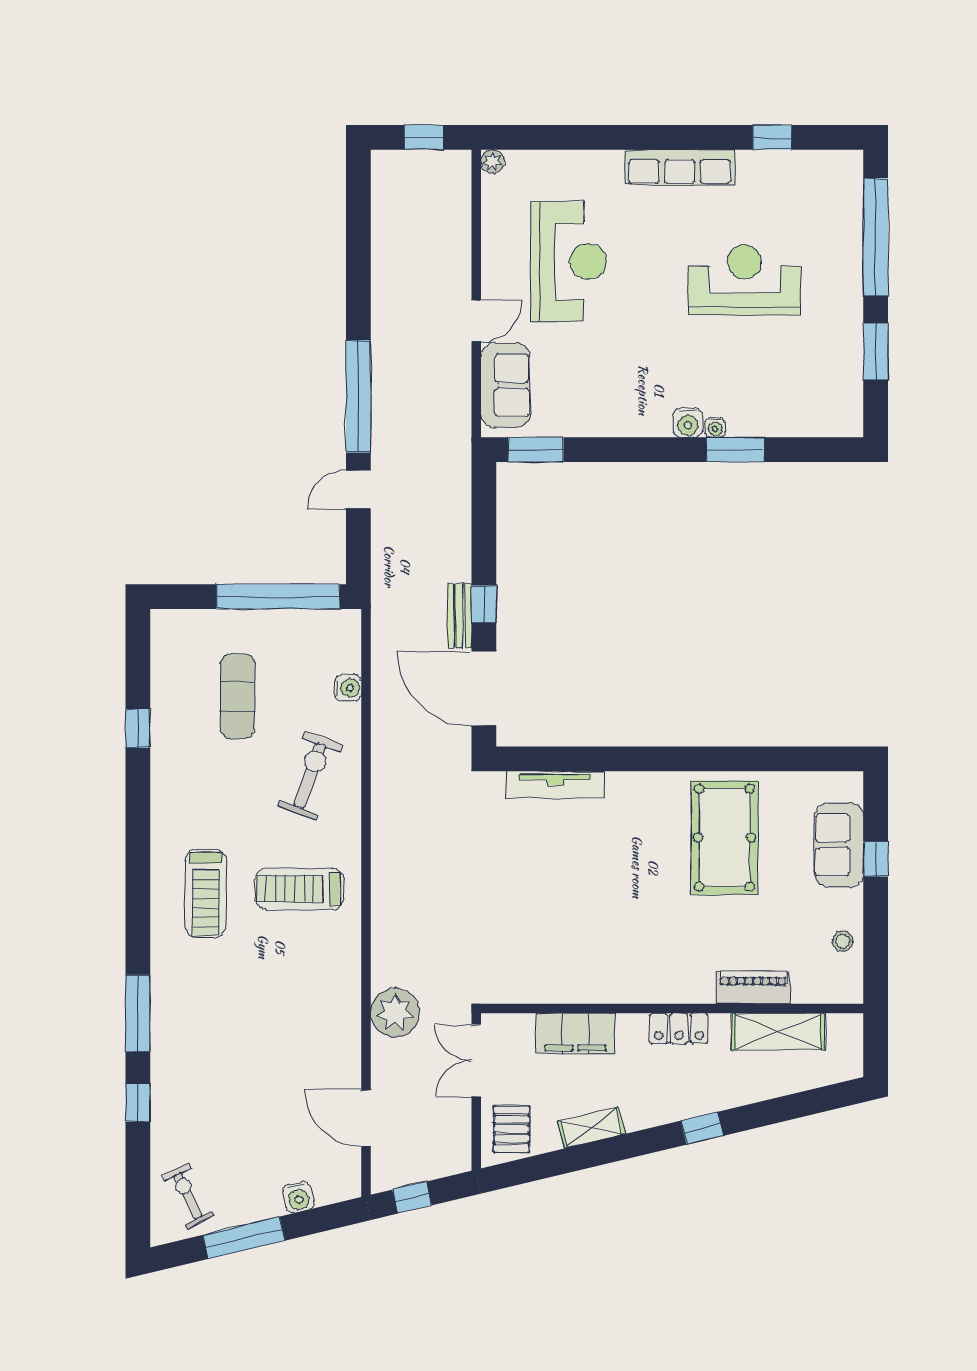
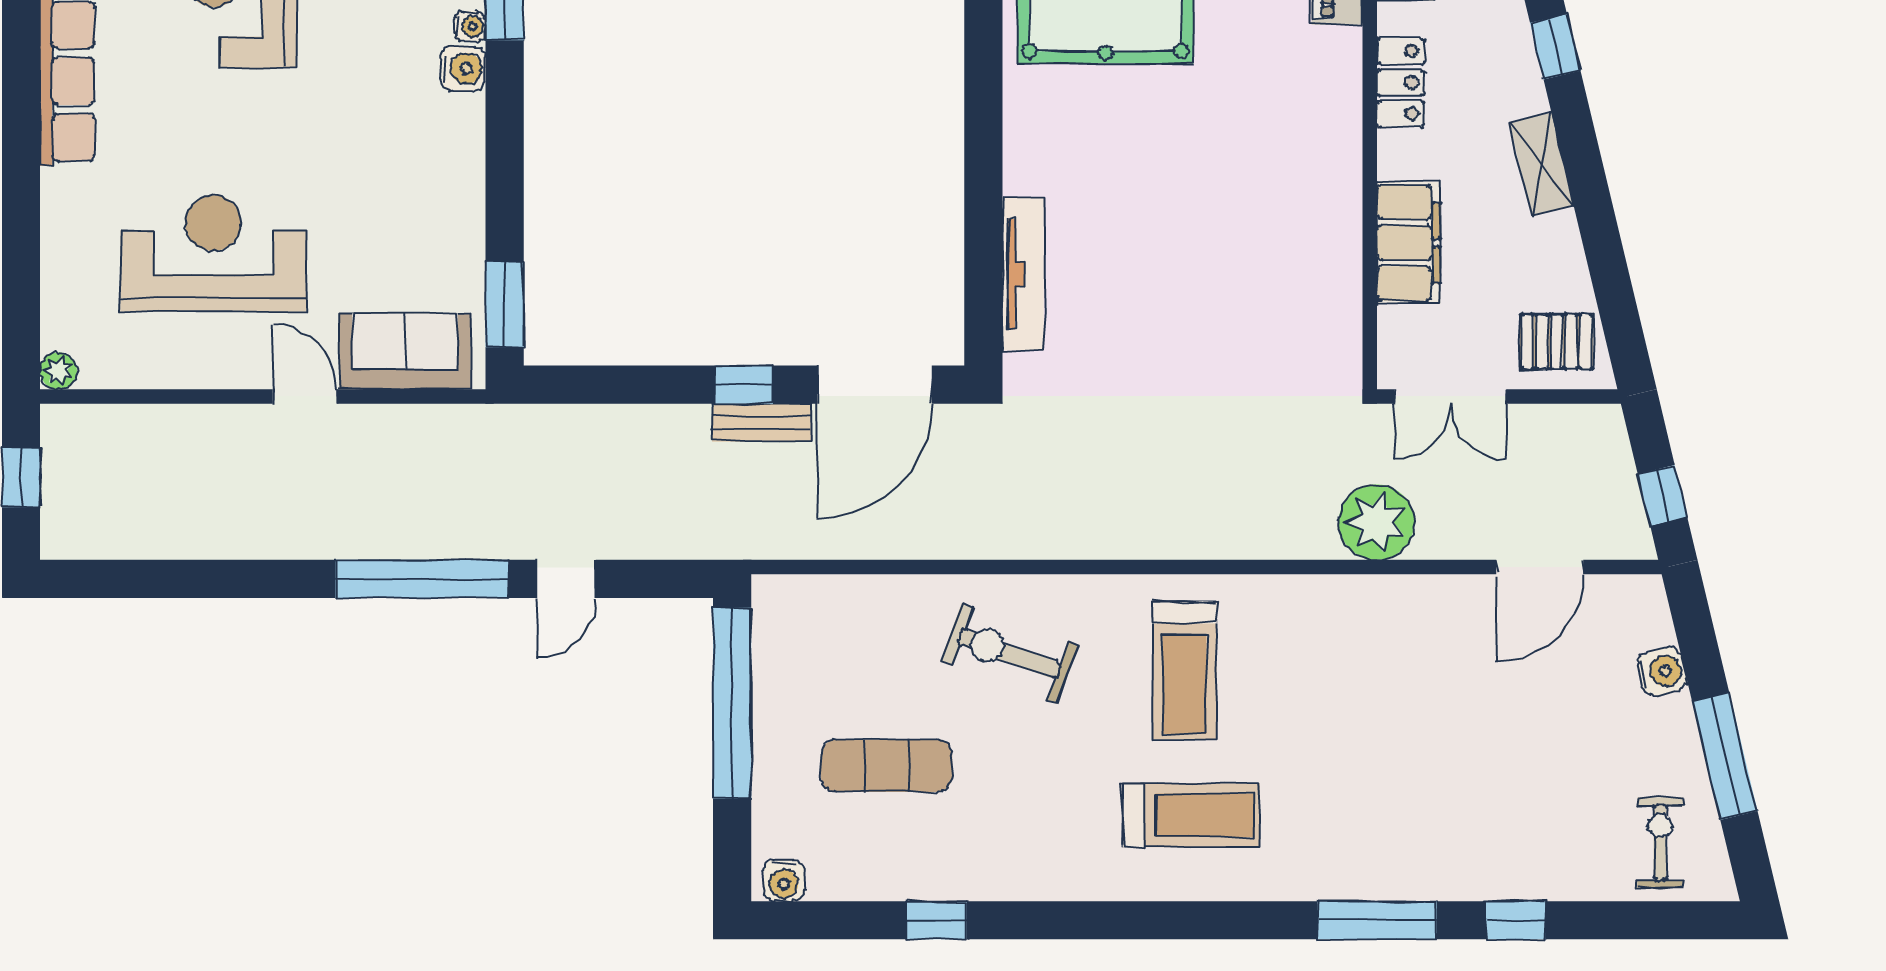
door: (358, 490) -> (566, 579), hinge flipped
water cooler: (348, 688) -> (784, 880), moved, turned 180
shelving: (592, 1128) -> (1542, 164), moved
exercise bike: (188, 1196) -> (1660, 842), turned 116

